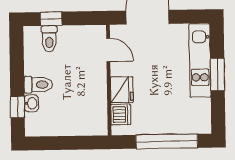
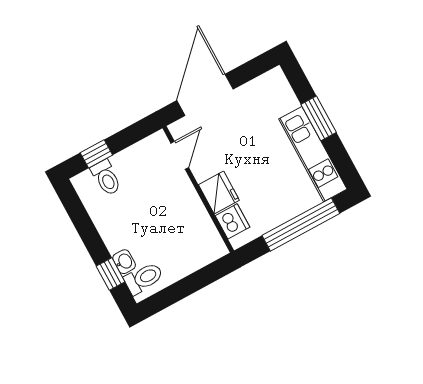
door: (108, 50) -> (180, 155), hinge flipped
kitchen unit: (200, 60) -> (313, 154), moved
toilet: (38, 85) -> (144, 278), moved

